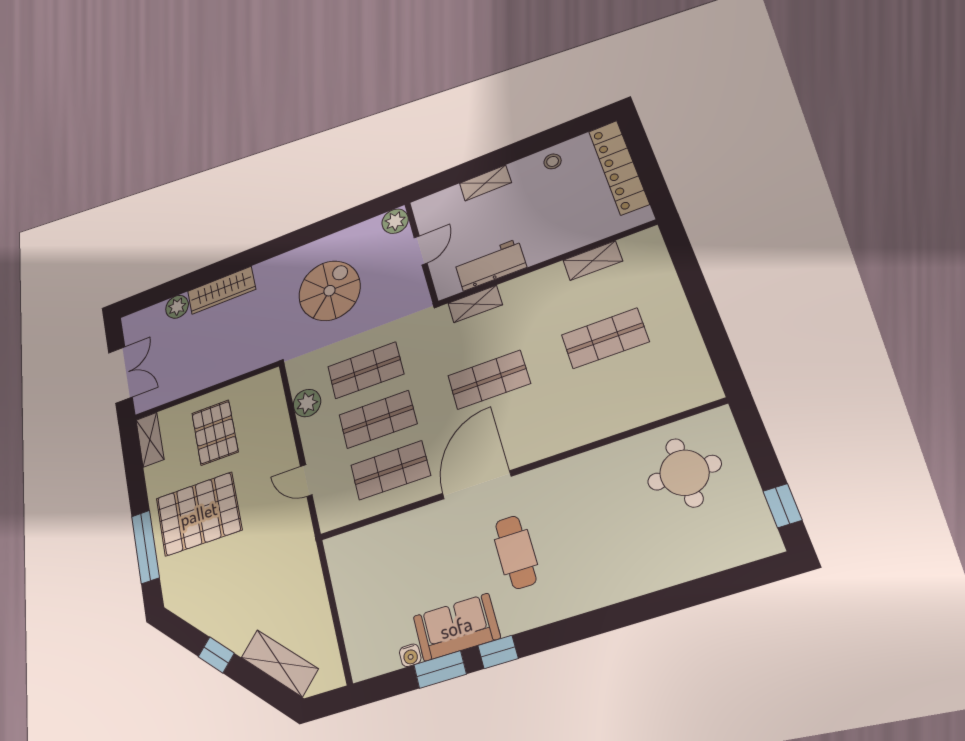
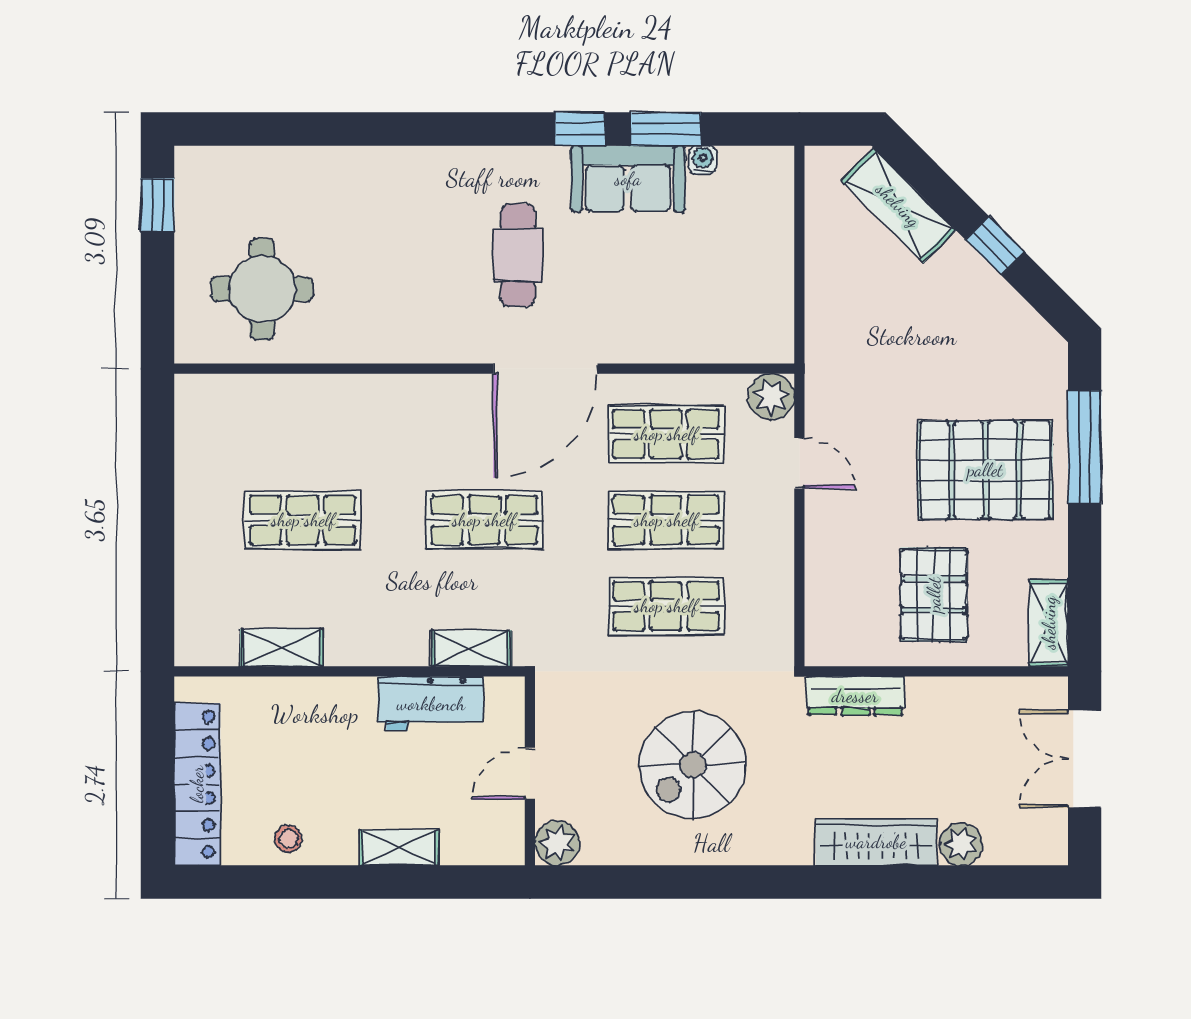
dresser: (248, 361) -> (855, 696), added
plant: (307, 403) -> (771, 397), moved

